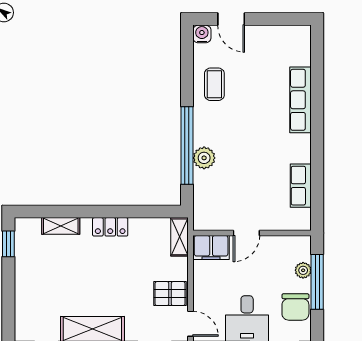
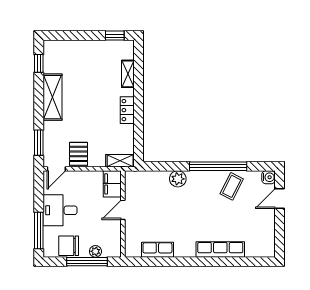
coffee table: (214, 84) -> (232, 186), turned -63
window: (187, 145) -> (218, 166), moved
door: (246, 233) -> (123, 210), hinge flipped

